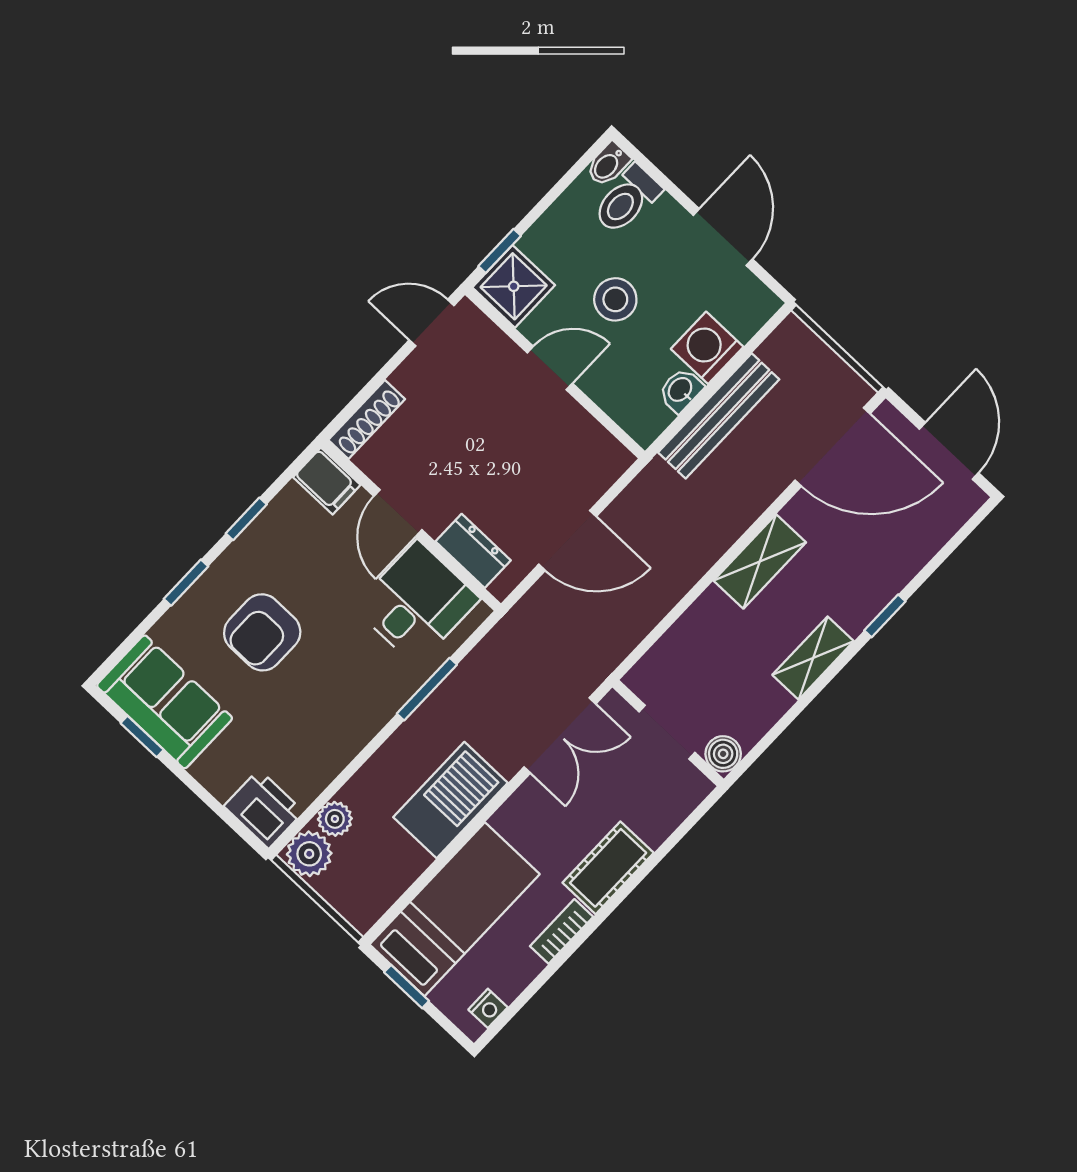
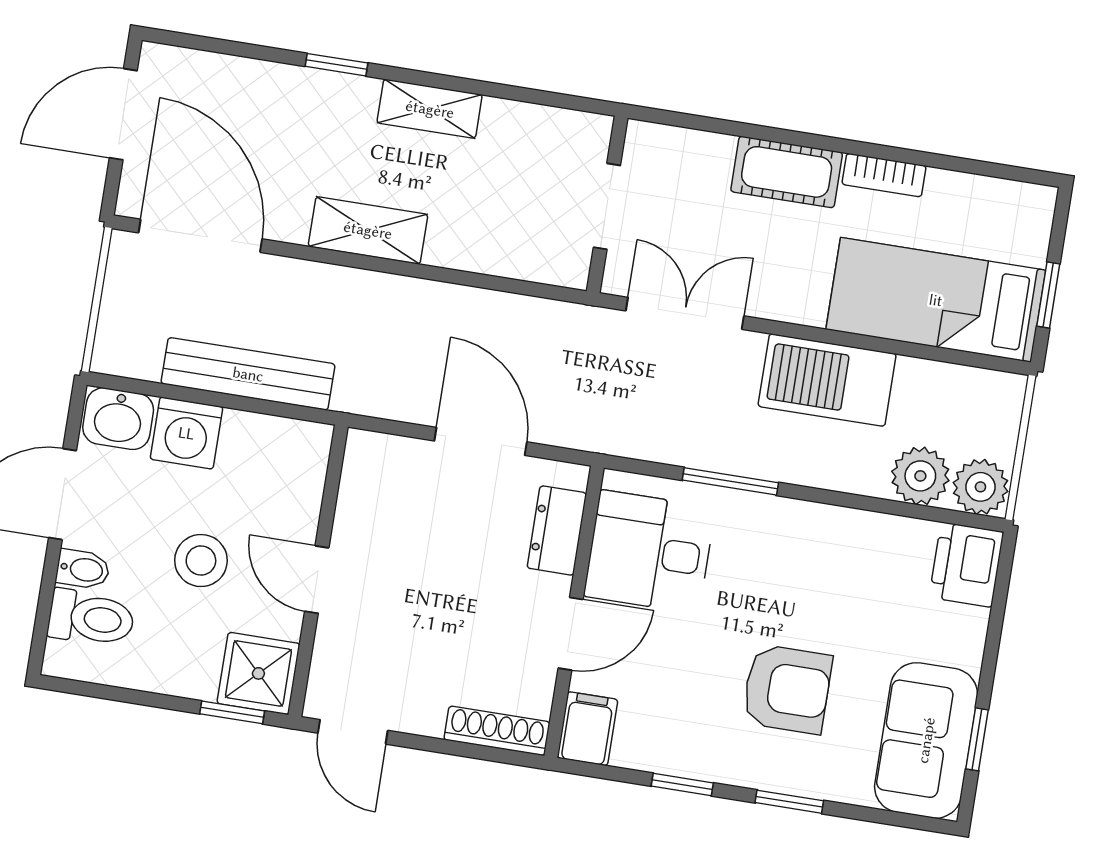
bidet: (608, 164) -> (83, 569), moved
washbasin: (681, 390) -> (118, 419), moved, width x1.38, depth x1.45
boiler: (723, 754) -> (590, 134), removed
plant: (335, 819) -> (920, 476), width x1.38, depth x1.38
nightstand: (488, 1008) -> (1014, 197), removed

